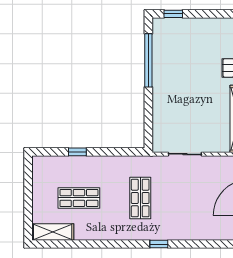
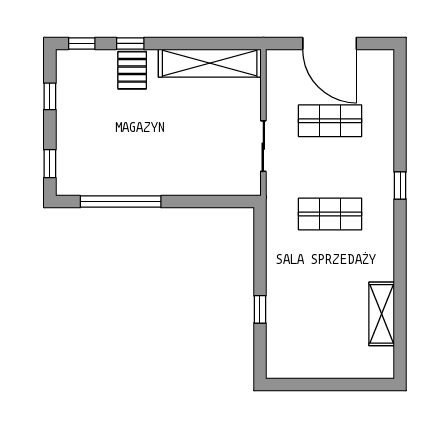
window: (217, 14) -> (50, 96), added
shop shelf: (79, 198) -> (330, 121), moved, turned 90
shelving: (53, 232) -> (382, 314), moved

